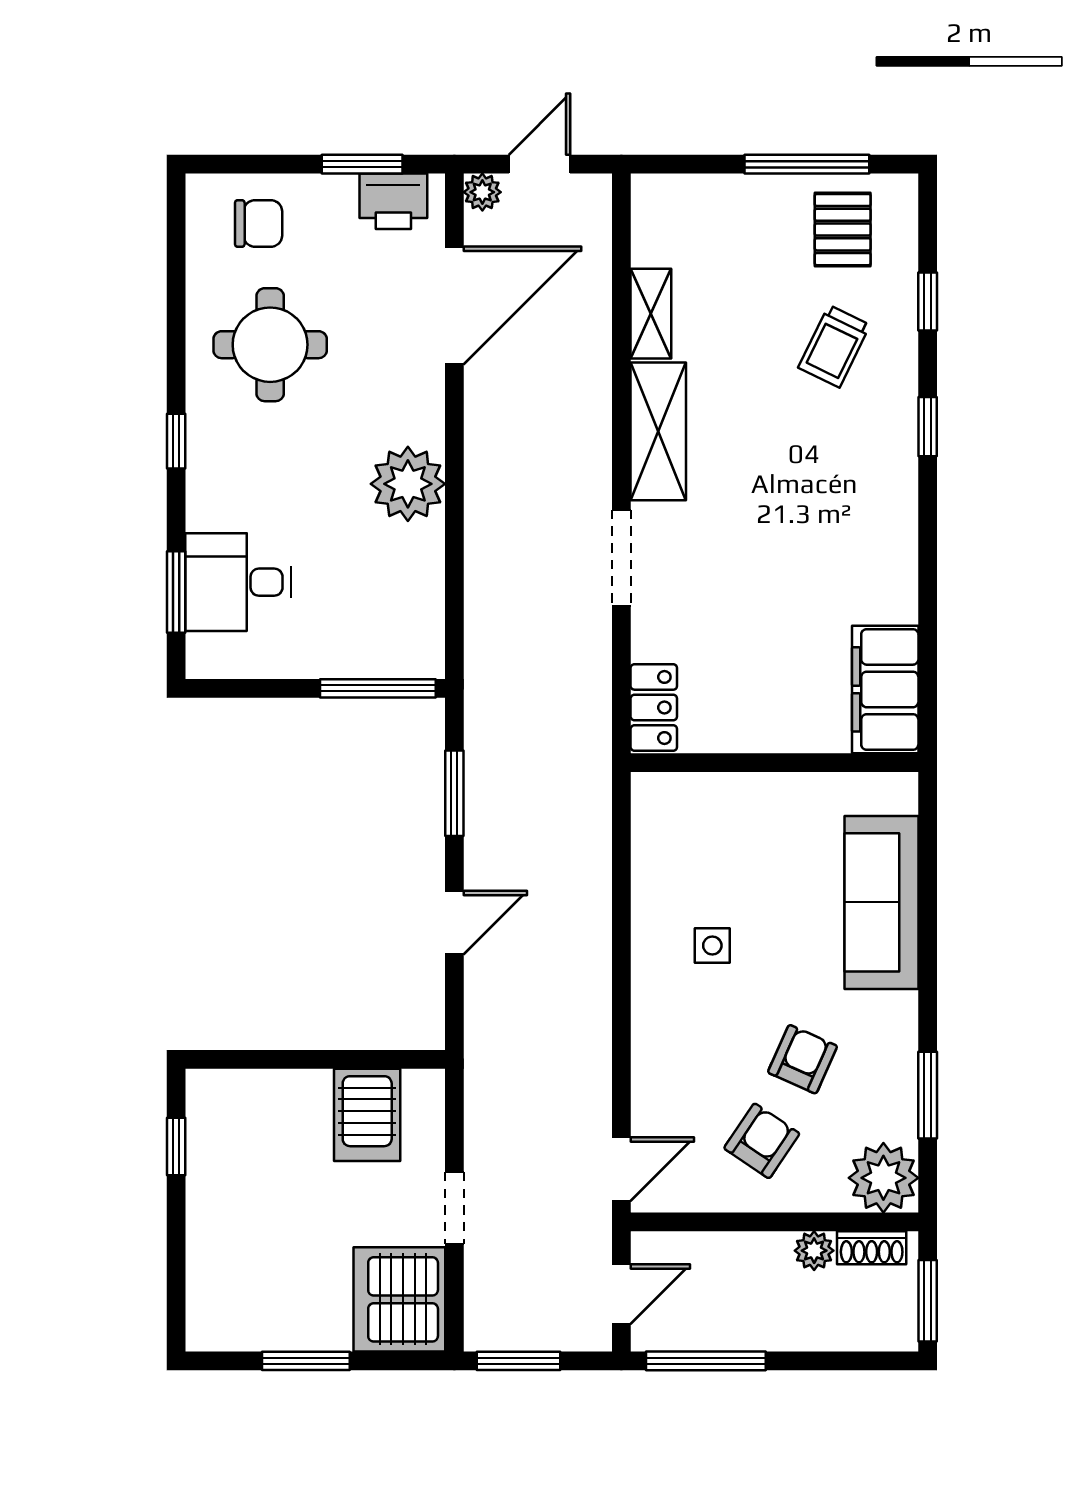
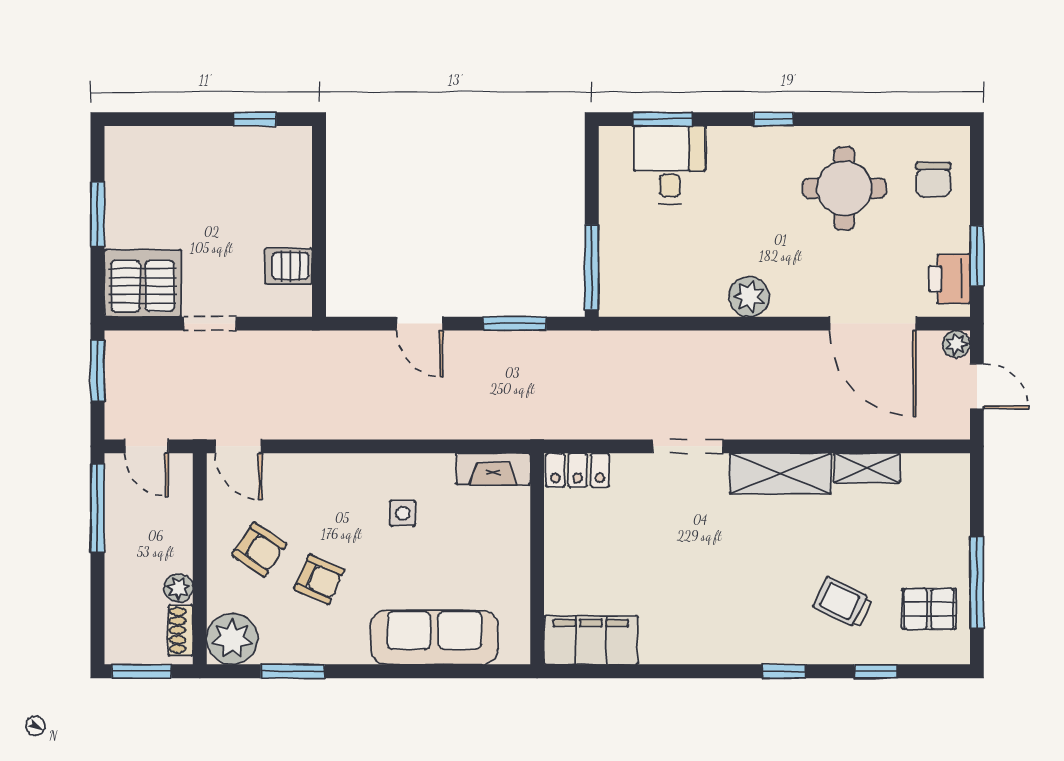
plant: (408, 484) -> (749, 297), width x0.73, depth x0.73
fireplace: (652, 822) -> (493, 469), added
server rack: (367, 1115) -> (289, 266), width x0.73, depth x0.70

